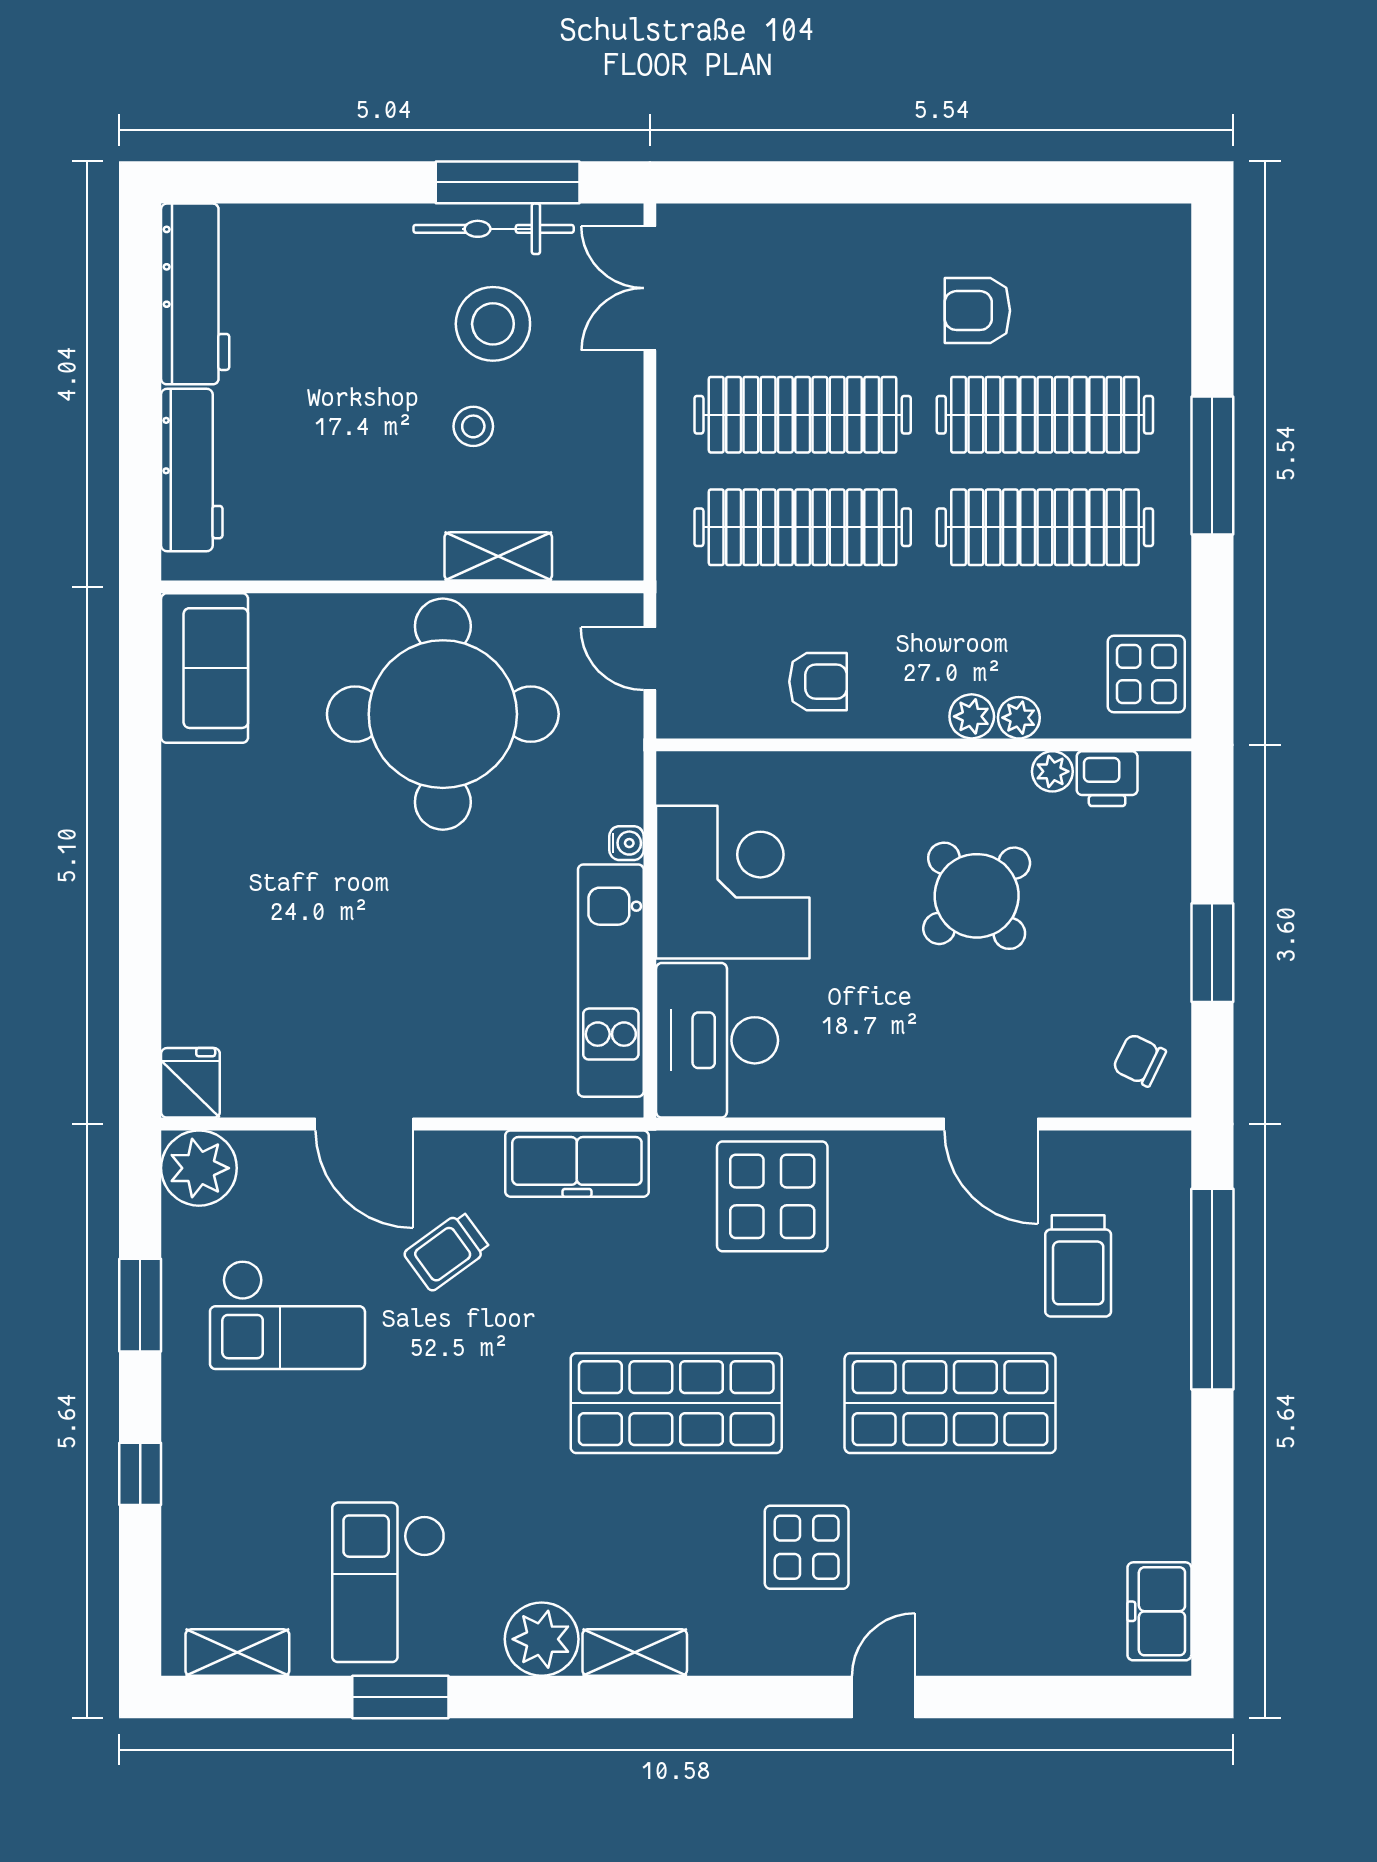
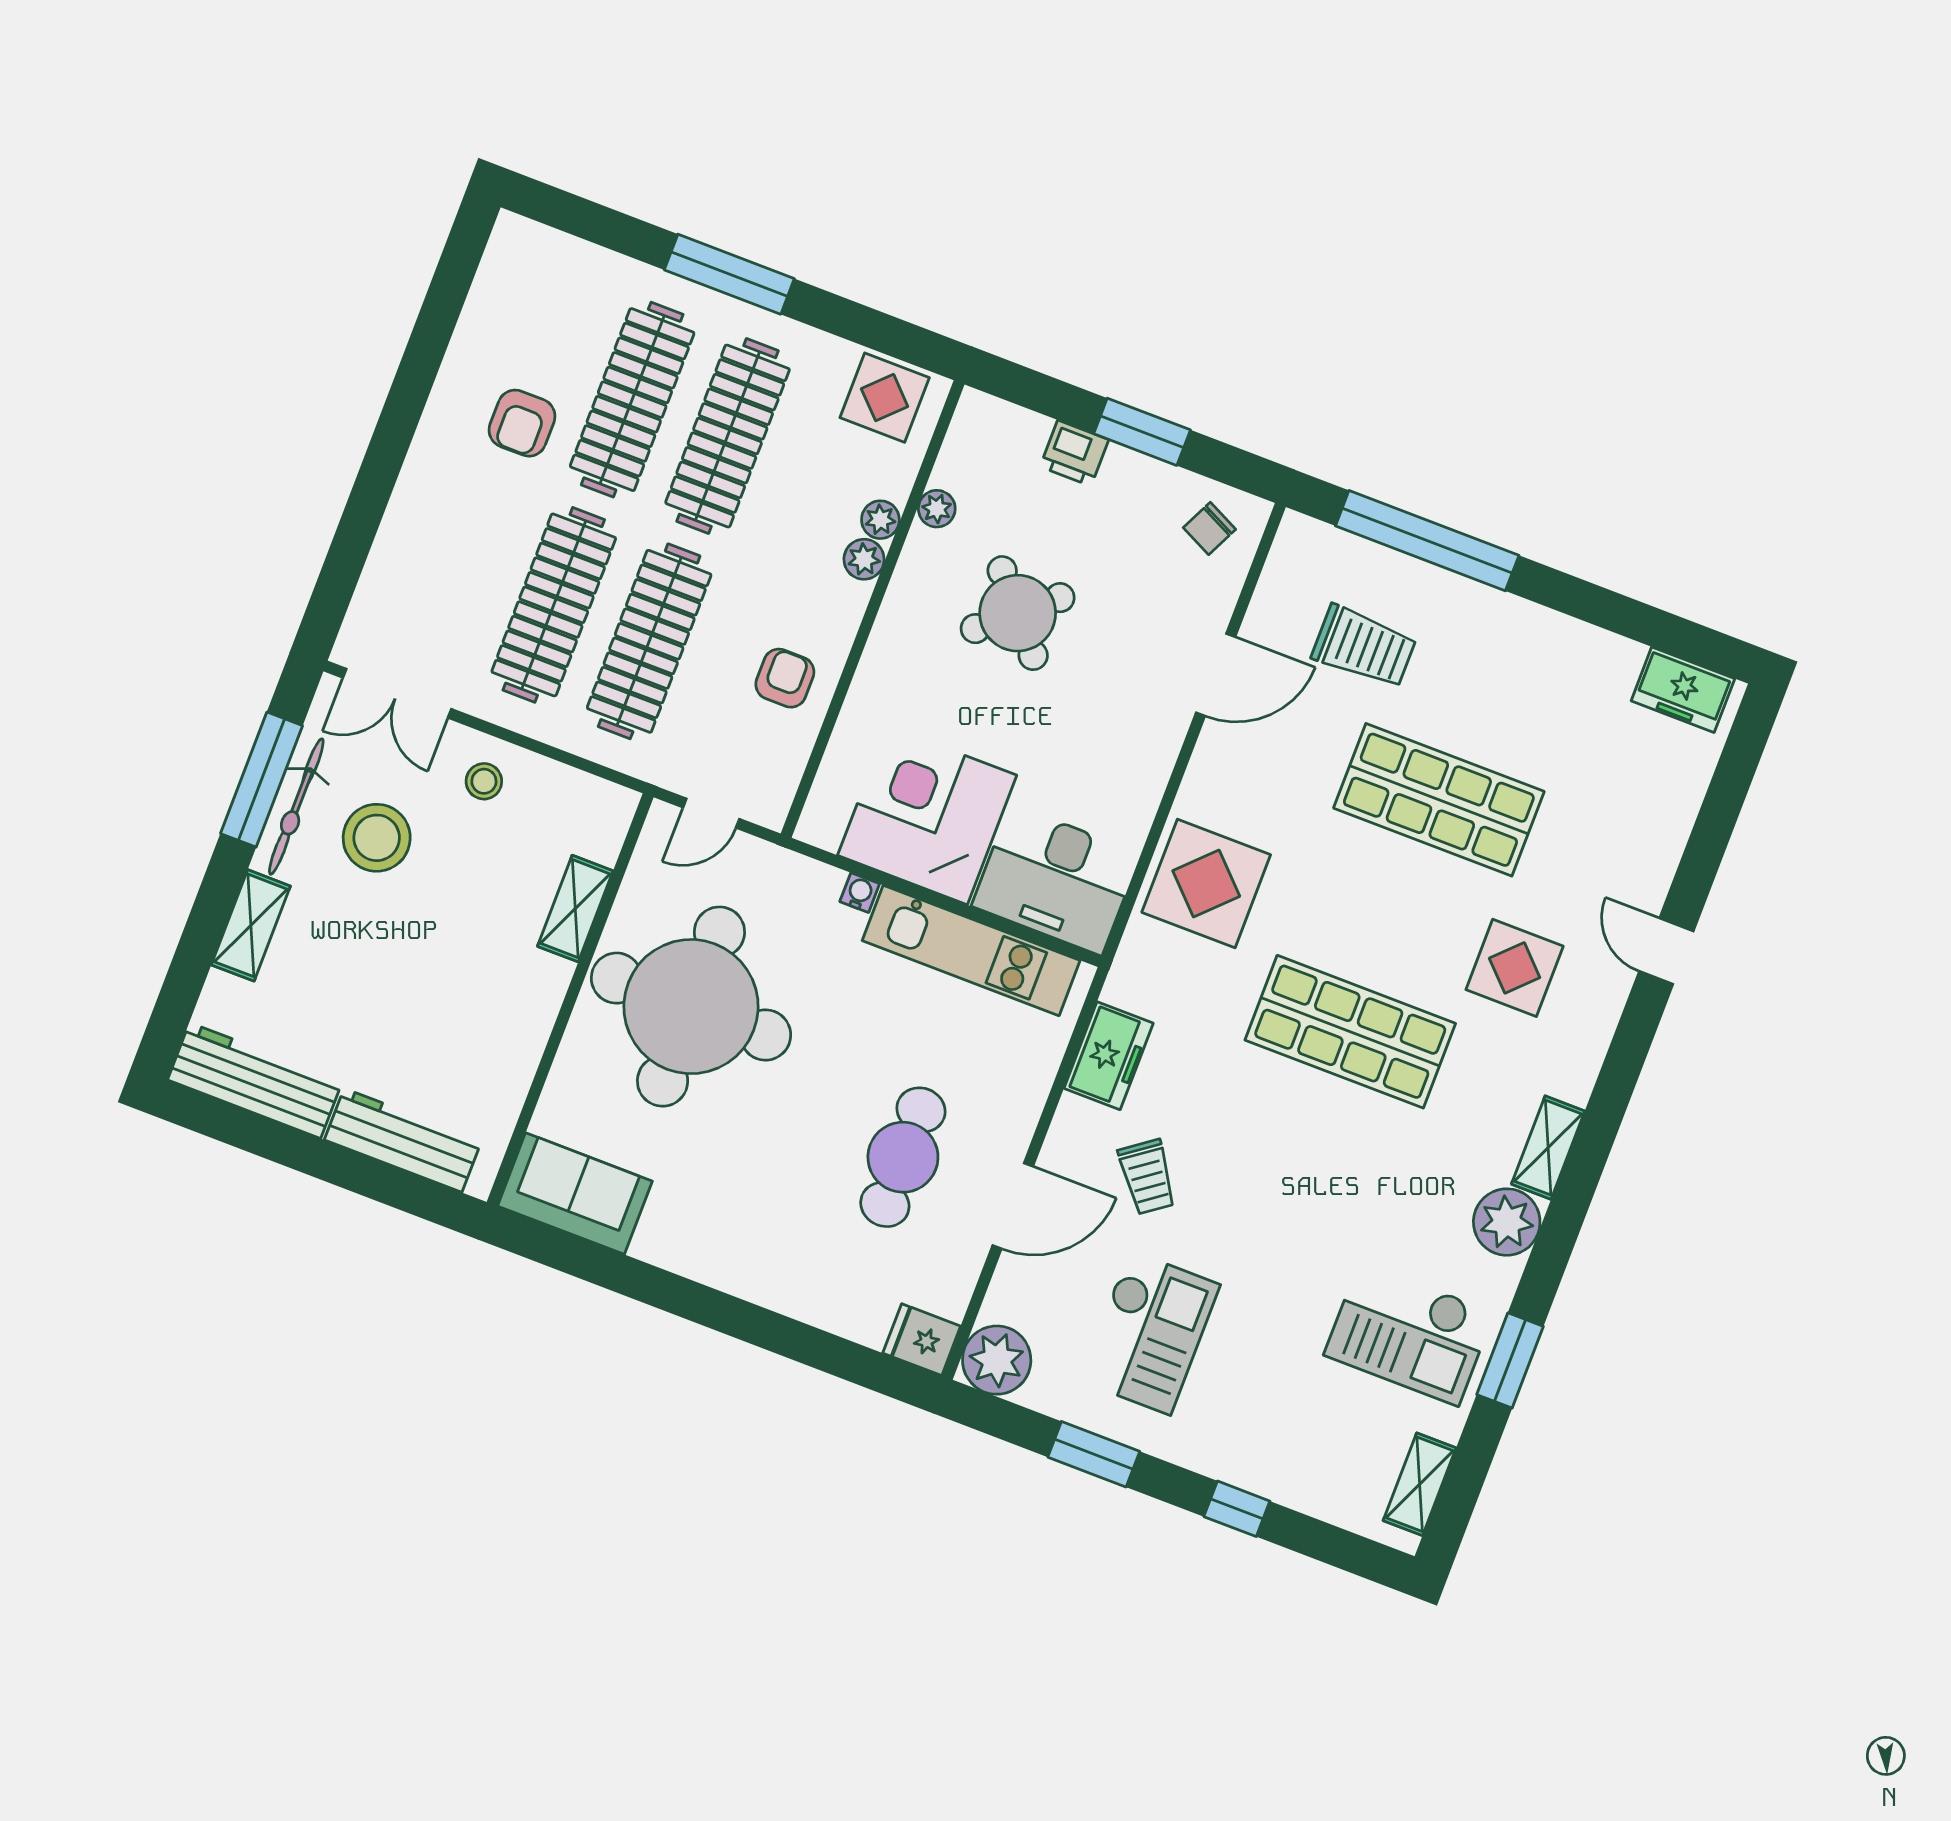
shelving: (353, 229) -> (251, 925), added
stool: (473, 426) -> (484, 781), moved
printer: (1107, 779) -> (1074, 453), moved, turned 90
cafe table: (371, 992) -> (903, 1157), added
freezer: (577, 1164) -> (1109, 1056), width x0.71
shop shelf: (676, 1403) -> (1350, 1032), turned 90
shop shelf: (950, 1403) -> (1439, 800), turned 90

